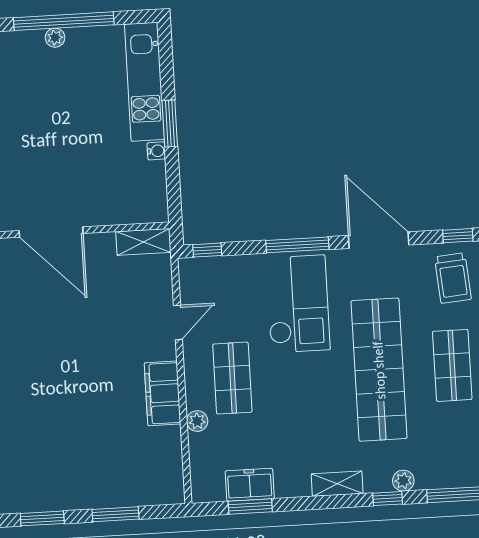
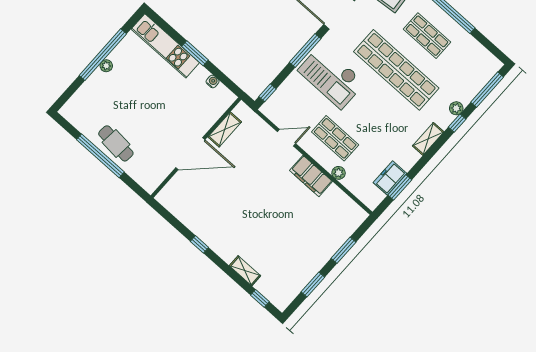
water cooler: (156, 151) -> (213, 81), moved
shelving: (143, 242) -> (225, 129), moved
checkout: (298, 304) -> (331, 77), turned 180
door: (178, 322) -> (287, 138), hinge flipped

